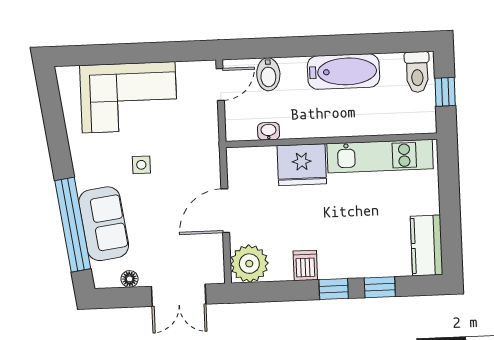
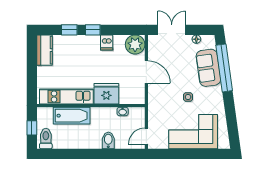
bathtub: (344, 72) -> (72, 116), moved, turned 180
bidet: (268, 74) -> (108, 140), moved
door: (225, 211) -> (146, 72), hinge flipped

